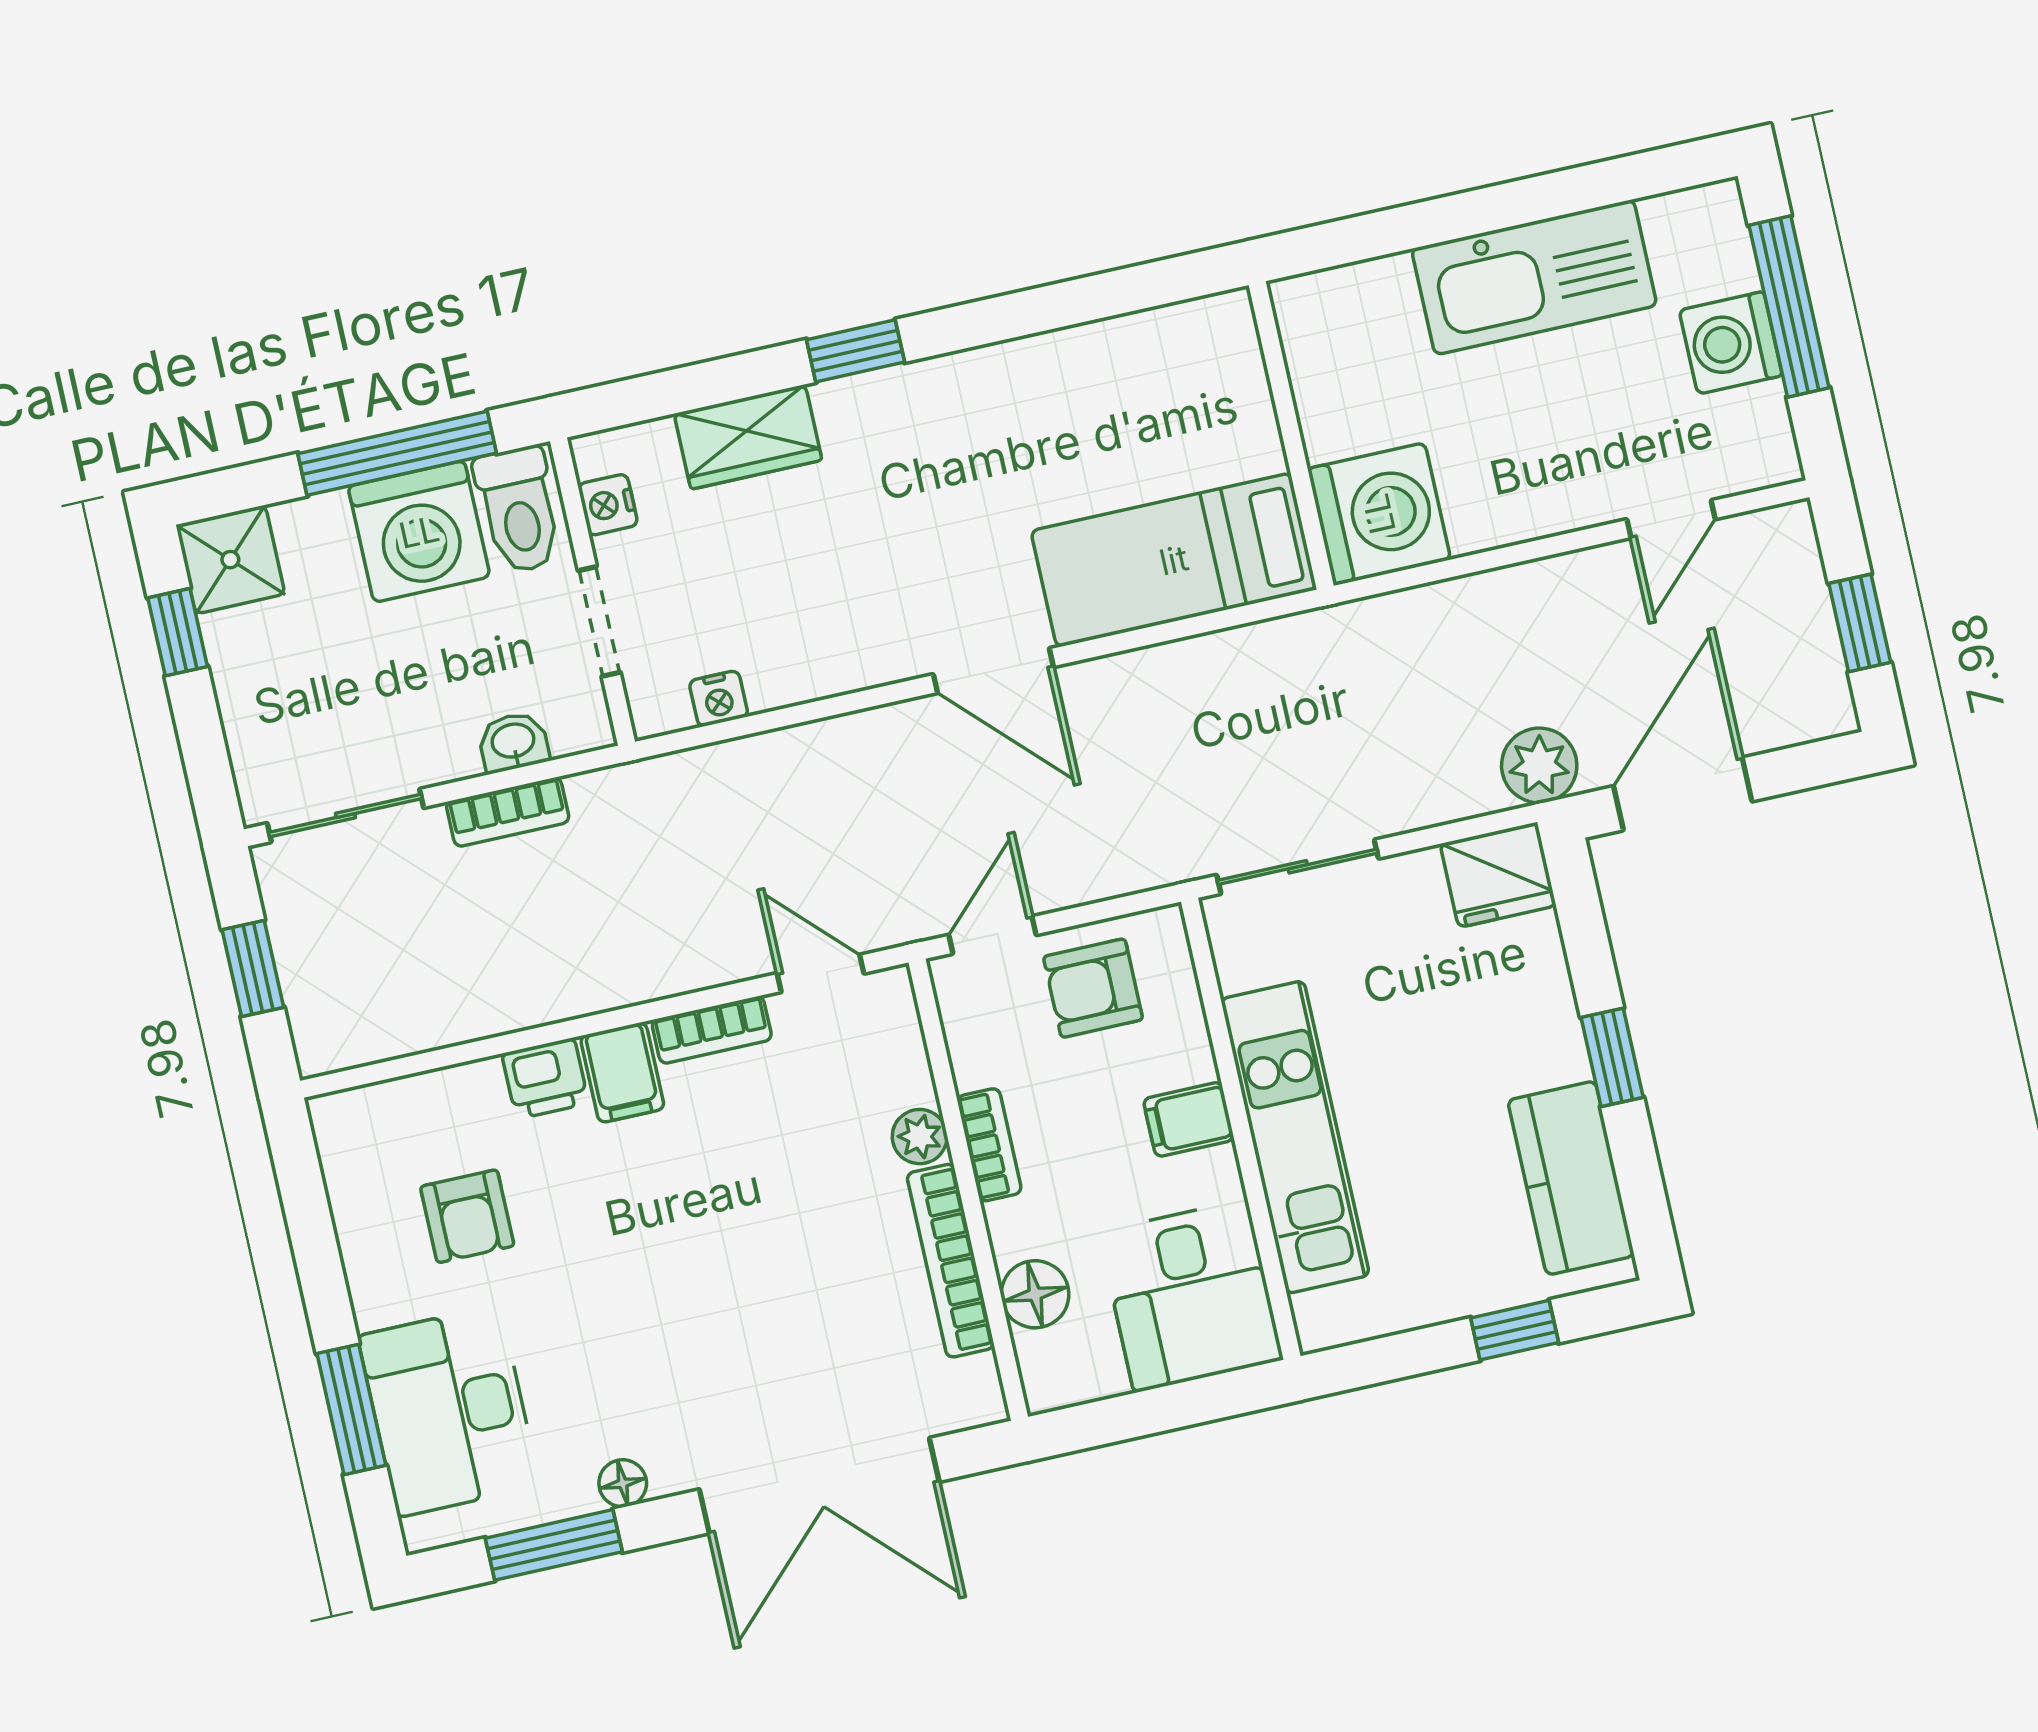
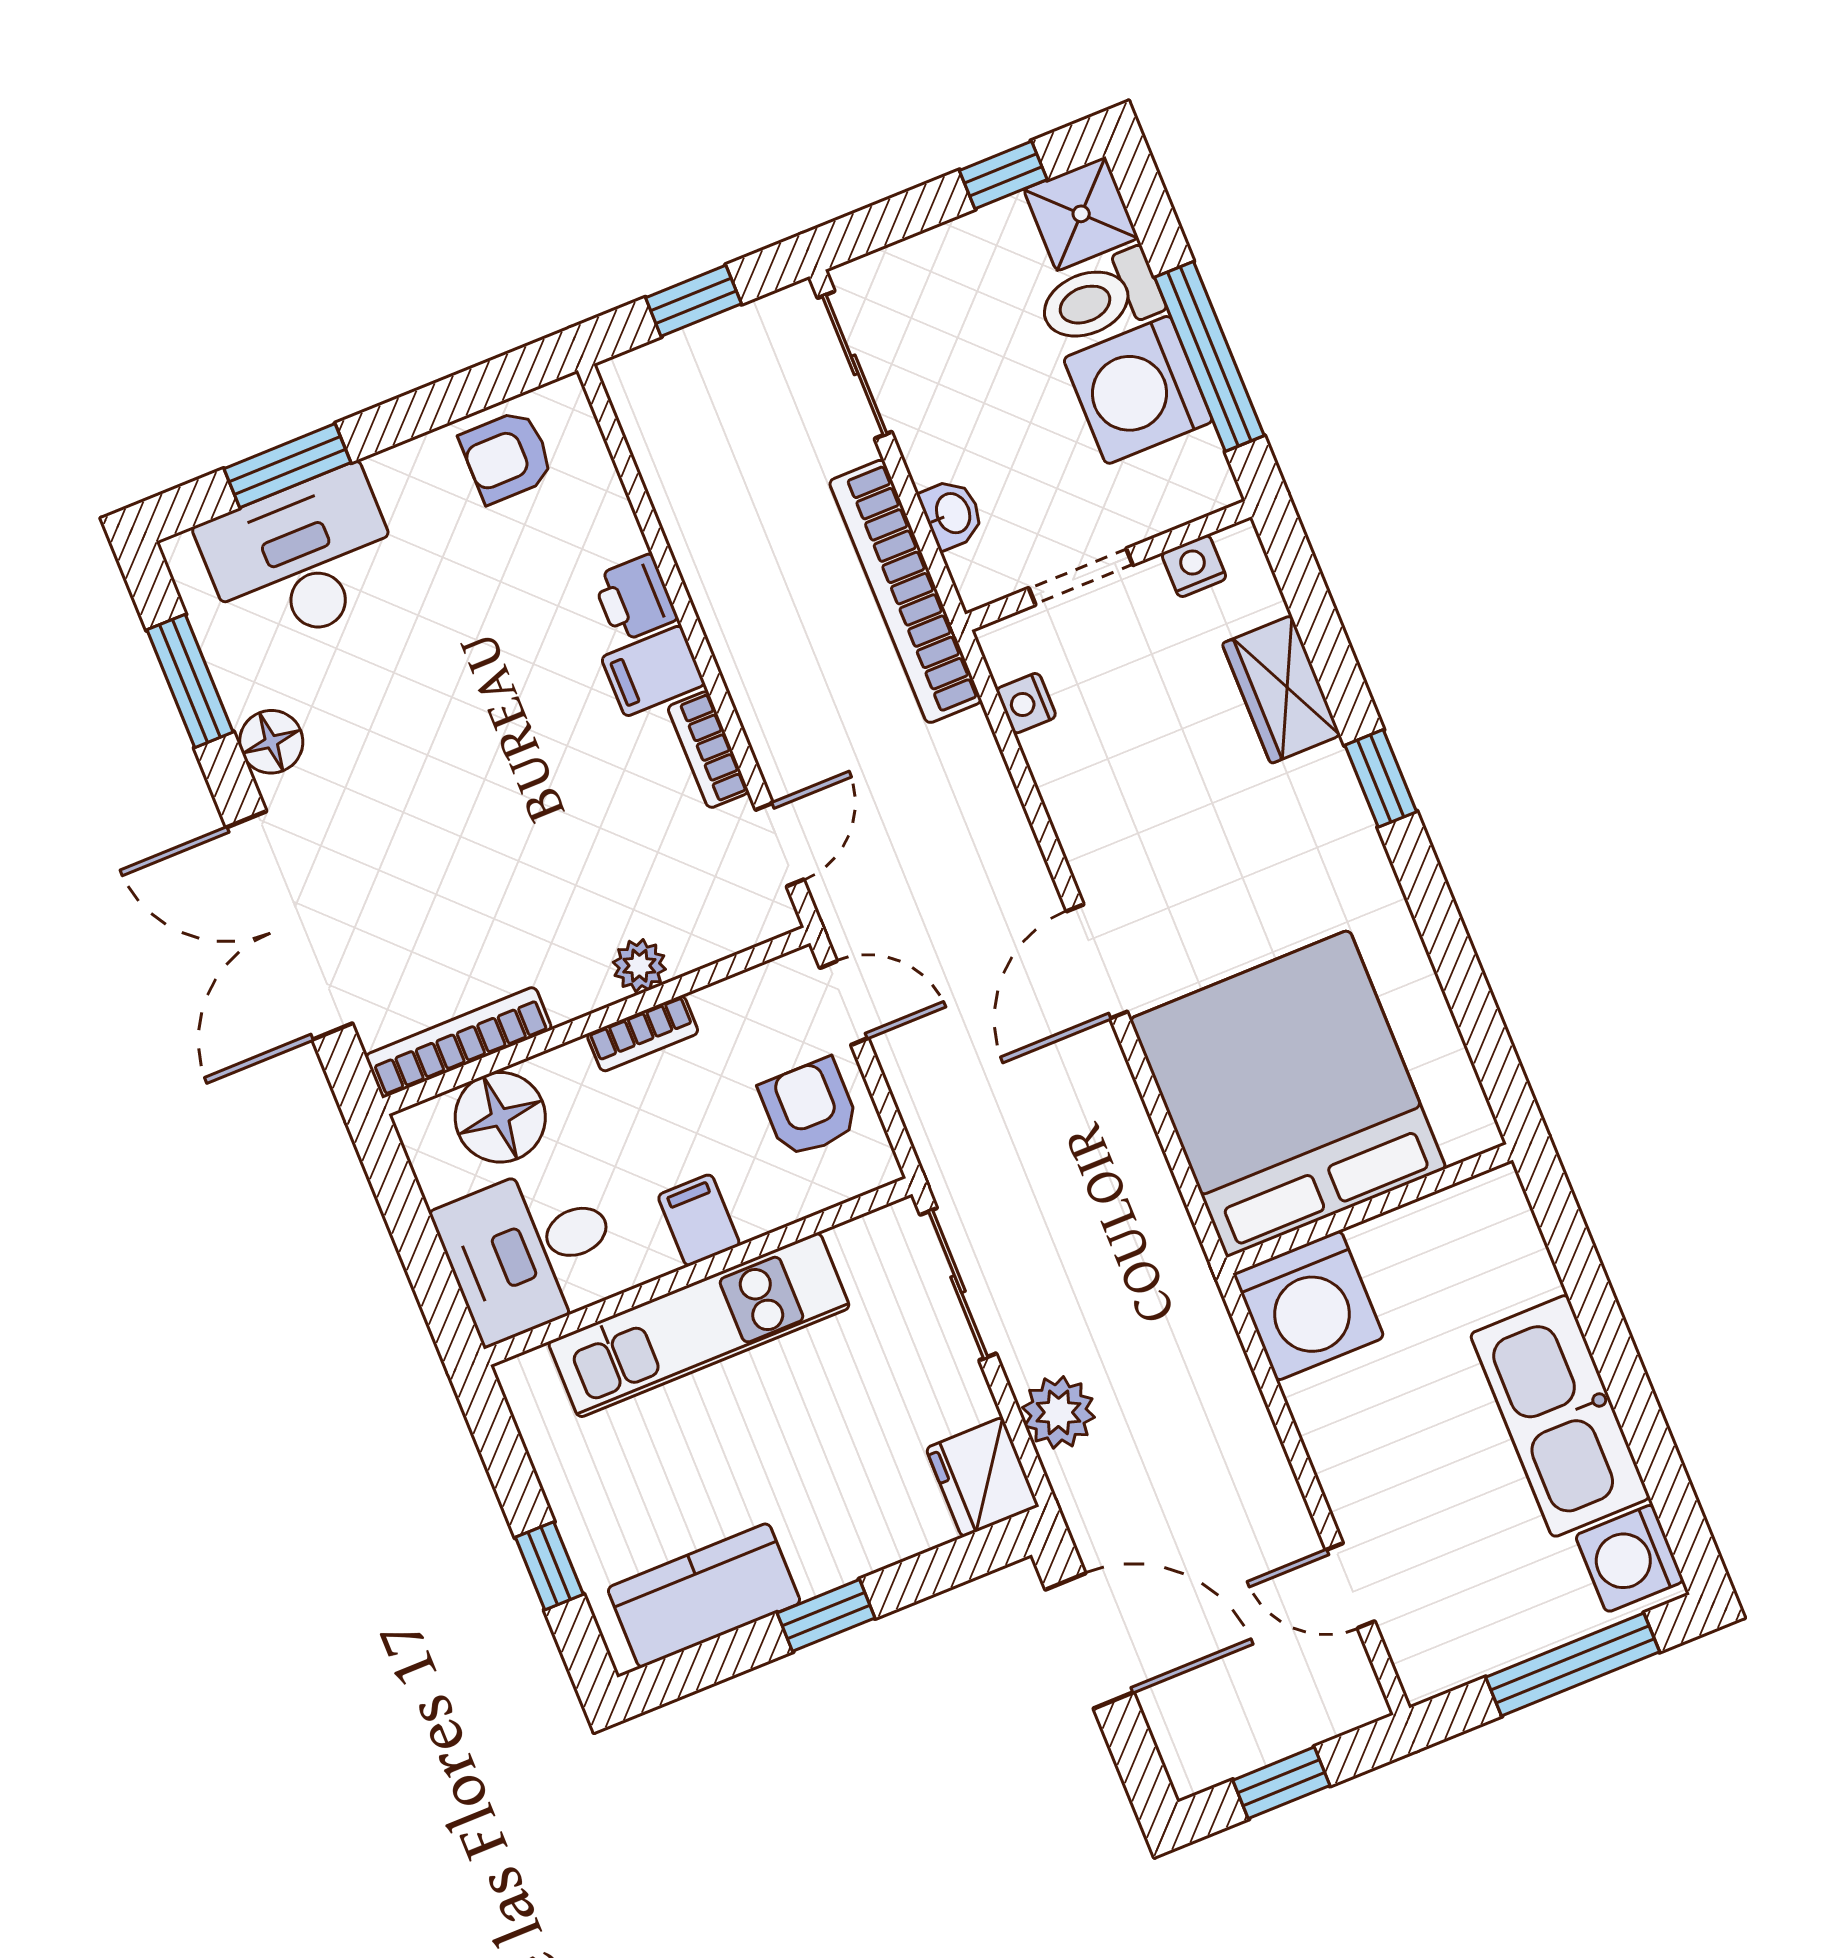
washing machine: (1731, 343) -> (1630, 1558), moved, turned -90
toilet: (519, 510) -> (1100, 298), moved
bed: (1174, 560) -> (1288, 1094), width x2.04
plant: (1539, 765) -> (1058, 1412), moved
bookcase: (508, 812) -> (905, 591), width x2.31, depth x1.31
armchair: (467, 1216) -> (507, 457), moved
bookcase: (950, 1261) -> (459, 1042), moved
floor lamp: (1035, 1294) -> (500, 1117), width x1.38, depth x1.38
floor lamp: (623, 1483) -> (271, 742), width x1.37, depth x1.37

